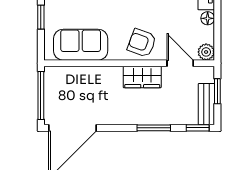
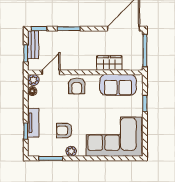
floor lamp: (208, 18) -> (32, 91), moved
armchair: (142, 43) -> (77, 86), turned 70
door: (180, 63) -> (51, 72), swing flipped
wardrobe: (142, 77) -> (109, 63), moved

